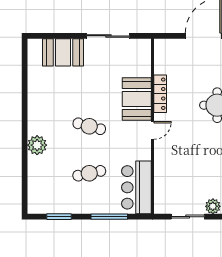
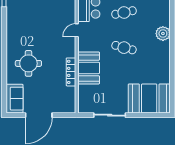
booth: (63, 52) -> (149, 98), width x1.36, depth x1.42
door: (152, 130) -> (77, 30), moved

